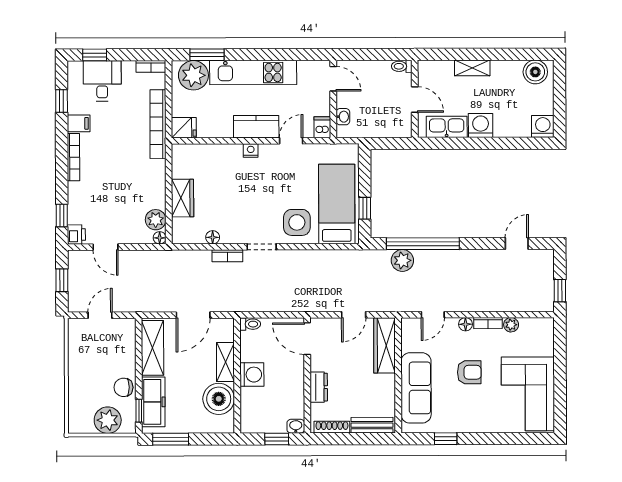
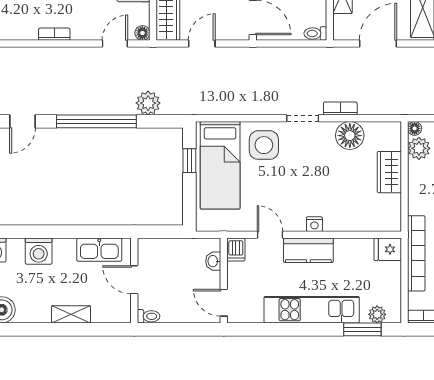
plant: (193, 75) -> (377, 314), width x0.53, depth x0.53
washing machine: (481, 125) -> (39, 251), moved
door: (291, 141) -> (270, 235), swing flipped
floor lamp: (213, 237) -> (350, 136), width x1.89, depth x1.89
window: (423, 244) -> (96, 121), moved
floor lamp: (465, 324) -> (142, 33), moved
plant: (511, 325) -> (29, 32), removed

